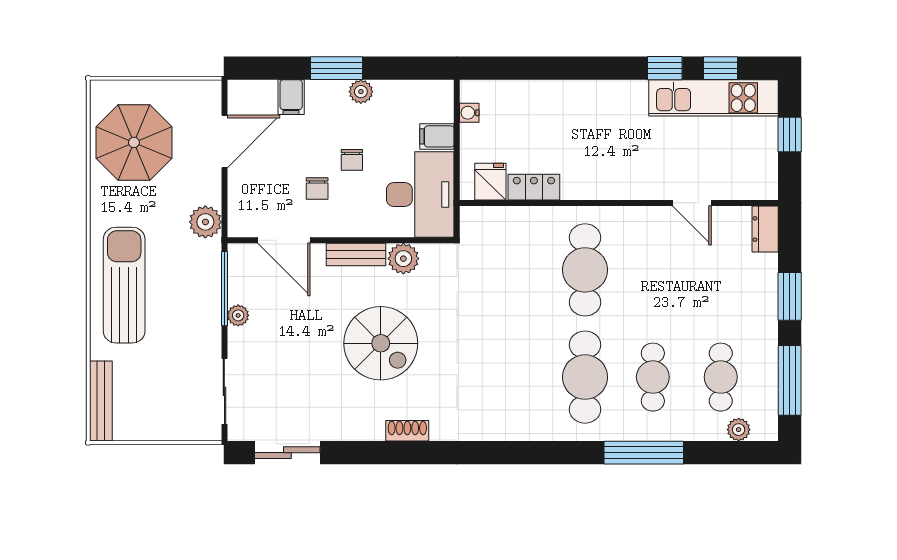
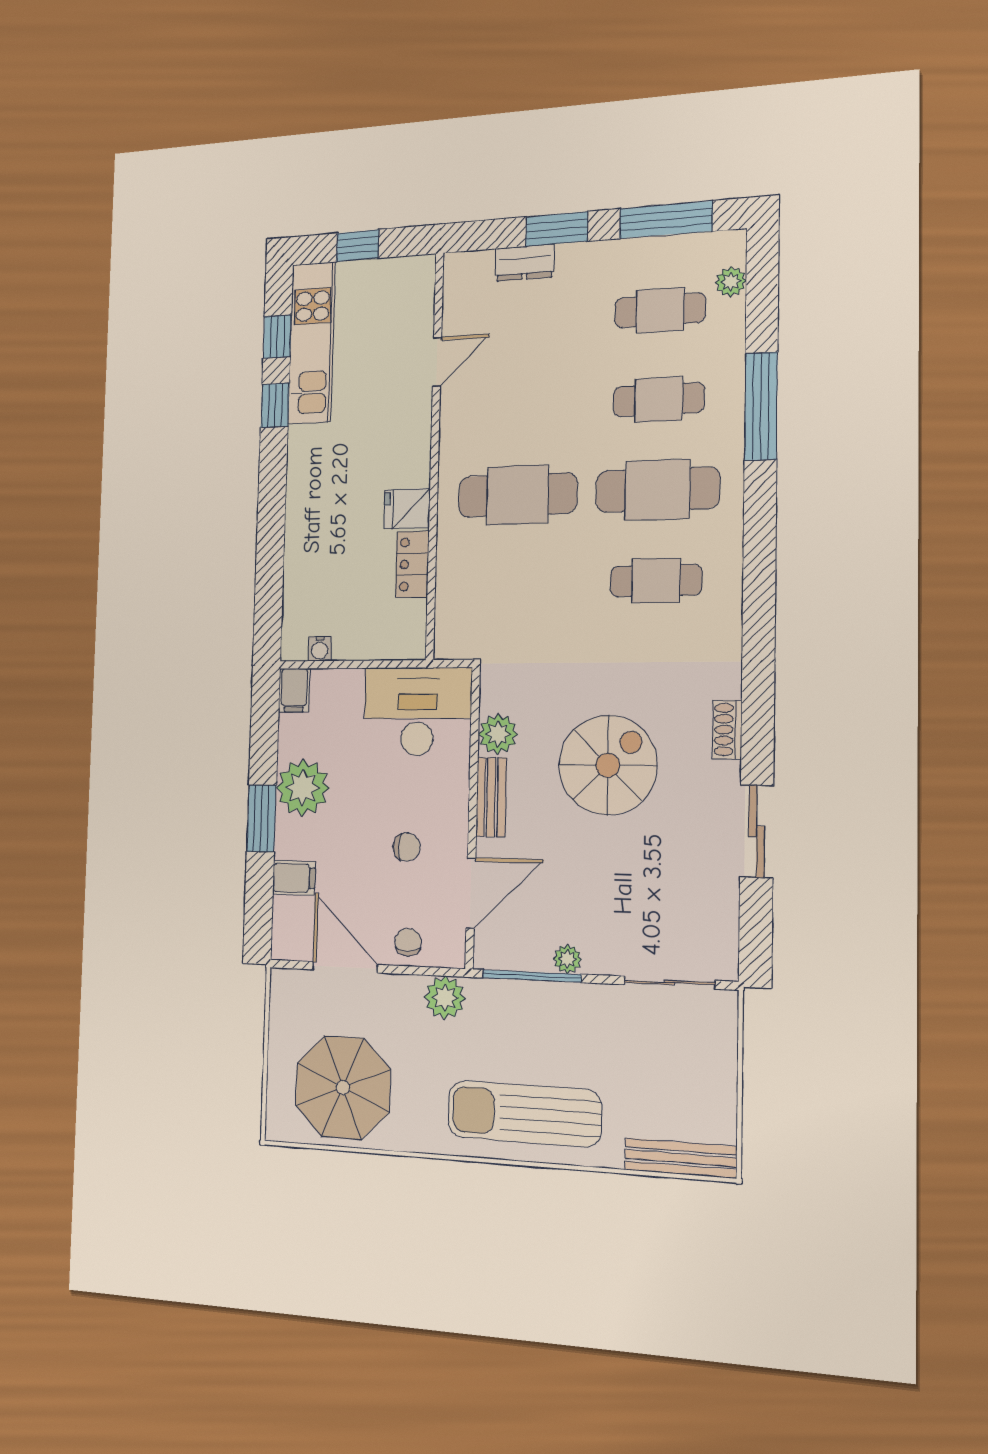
plant: (361, 92) -> (303, 788), width x1.87, depth x1.87
filing cabinet: (437, 136) -> (294, 690), moved
chair: (352, 160) -> (408, 942), moved, turned -90
fridge: (490, 182) -> (407, 509), moved
dresser: (765, 229) -> (525, 263), moved
cafe table: (517, 377) -> (656, 581), added
sliding door: (287, 453) -> (757, 831), moved

